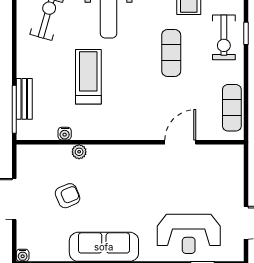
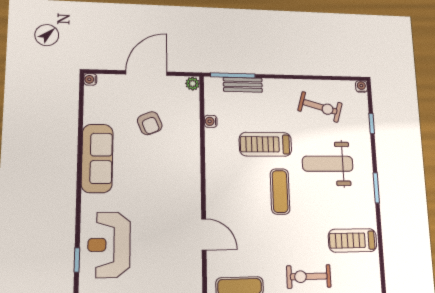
exercise mat: (171, 53) -> (280, 191), moved, turned 90
treadmill: (88, 77) -> (265, 144), turned 180
plant: (79, 152) -> (193, 84), moved

